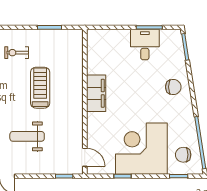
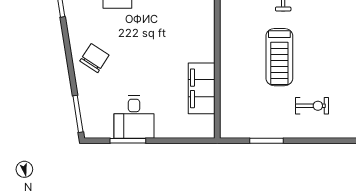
chair: (173, 87) -> (94, 58), turned 123
filing cabinet: (96, 93) -> (202, 88), moved

